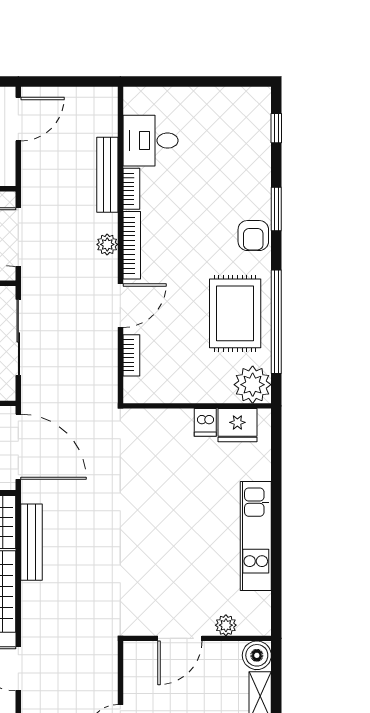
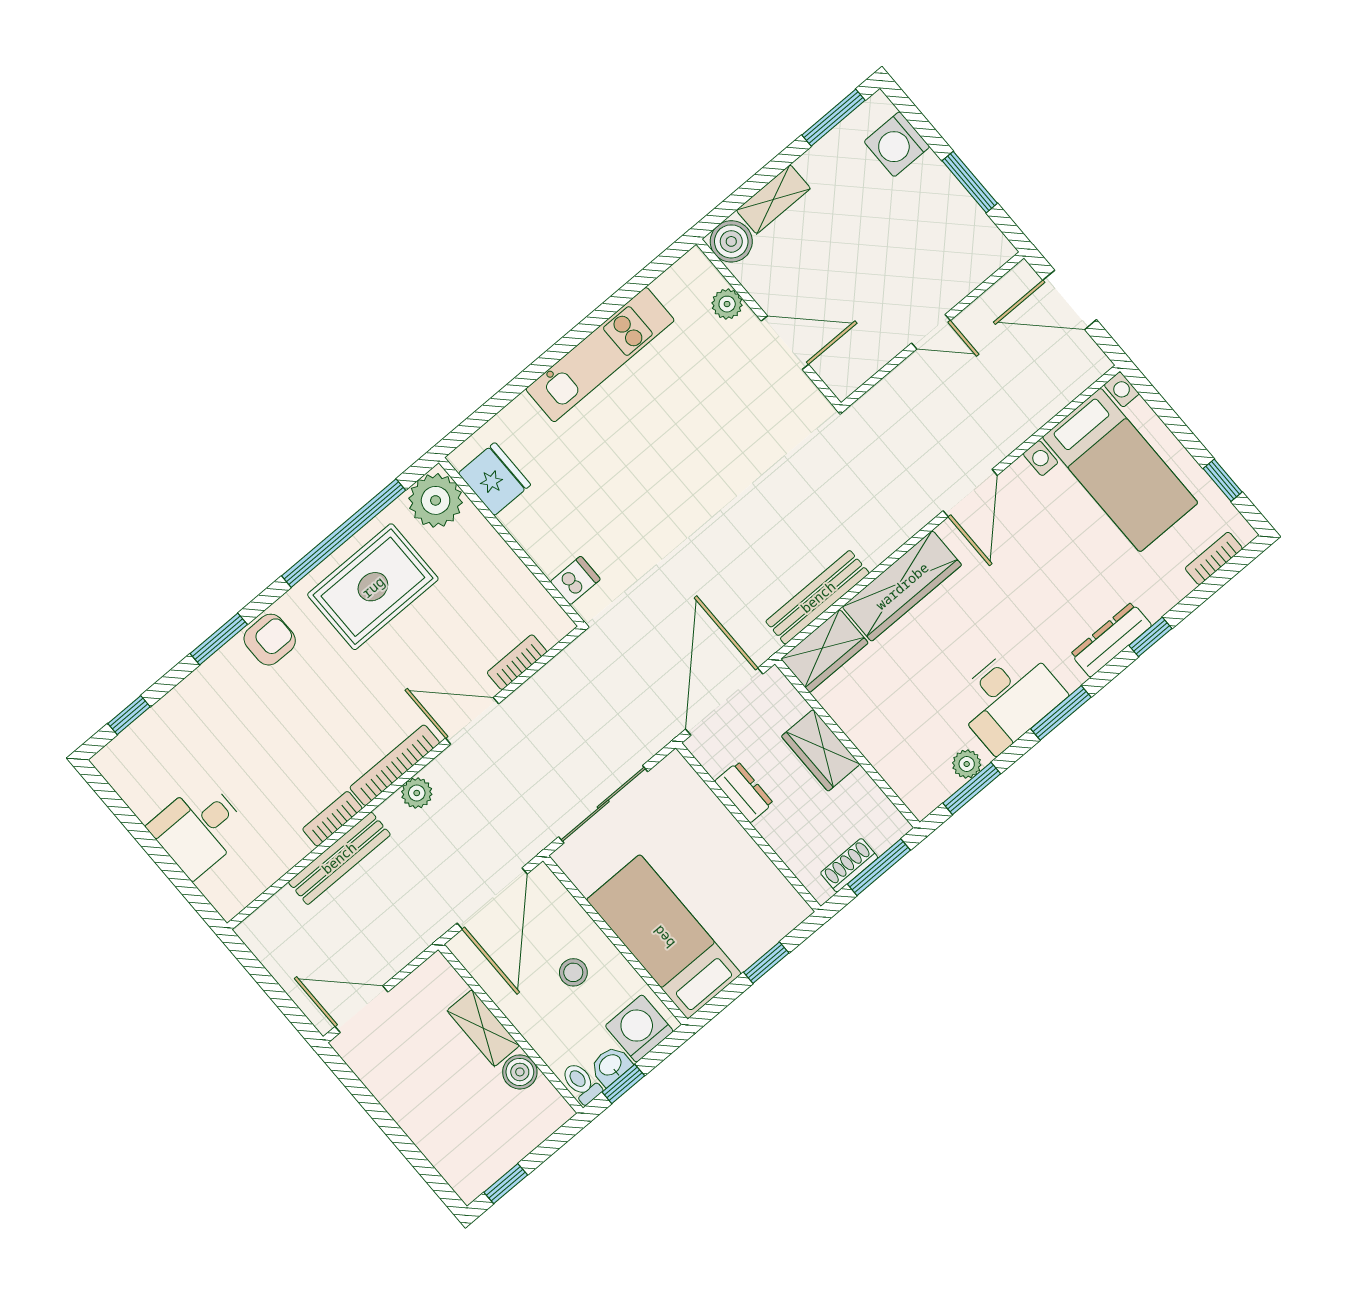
desk: (151, 141) -> (199, 829), moved, turned 90
dishwasher: (205, 422) -> (575, 581), moved

